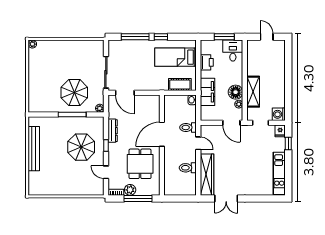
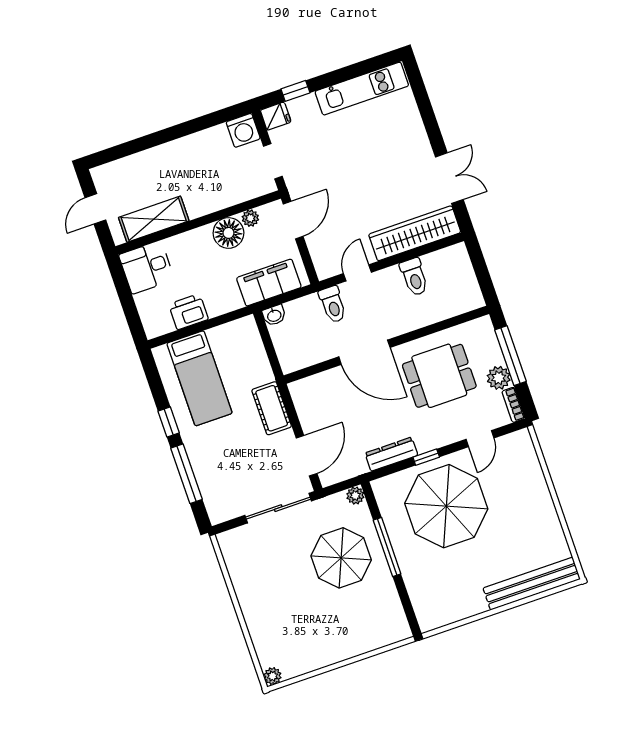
window: (224, 37) -> (125, 294), removed
cot: (180, 85) -> (272, 408), moved
filing cabinet: (207, 92) -> (269, 283), moved
shelving: (253, 92) -> (154, 219), moved
parasol: (81, 147) -> (446, 506), width x1.36, depth x1.36
bench: (34, 149) -> (532, 584), moved

